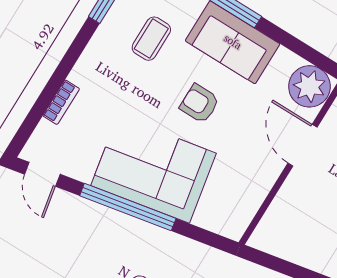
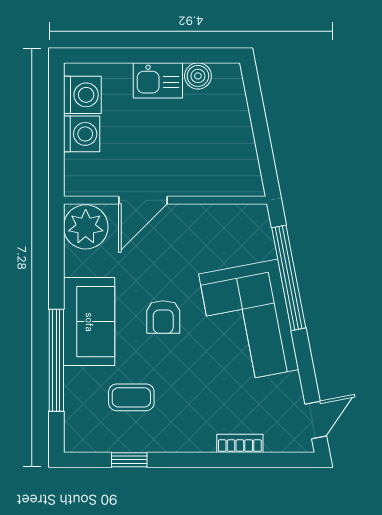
window: (128, 207) -> (289, 278), moved

